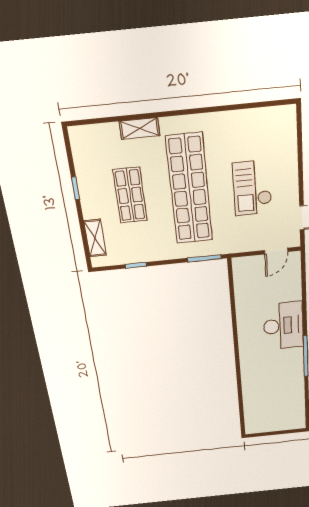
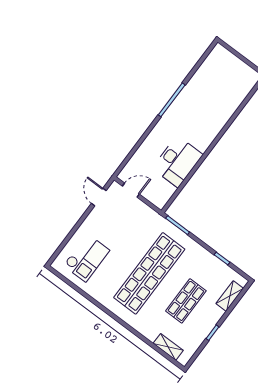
shelving: (140, 128) -> (168, 347), moved
checkout: (252, 188) -> (86, 258), moved
desk: (283, 326) -> (177, 161), moved, turned 180

